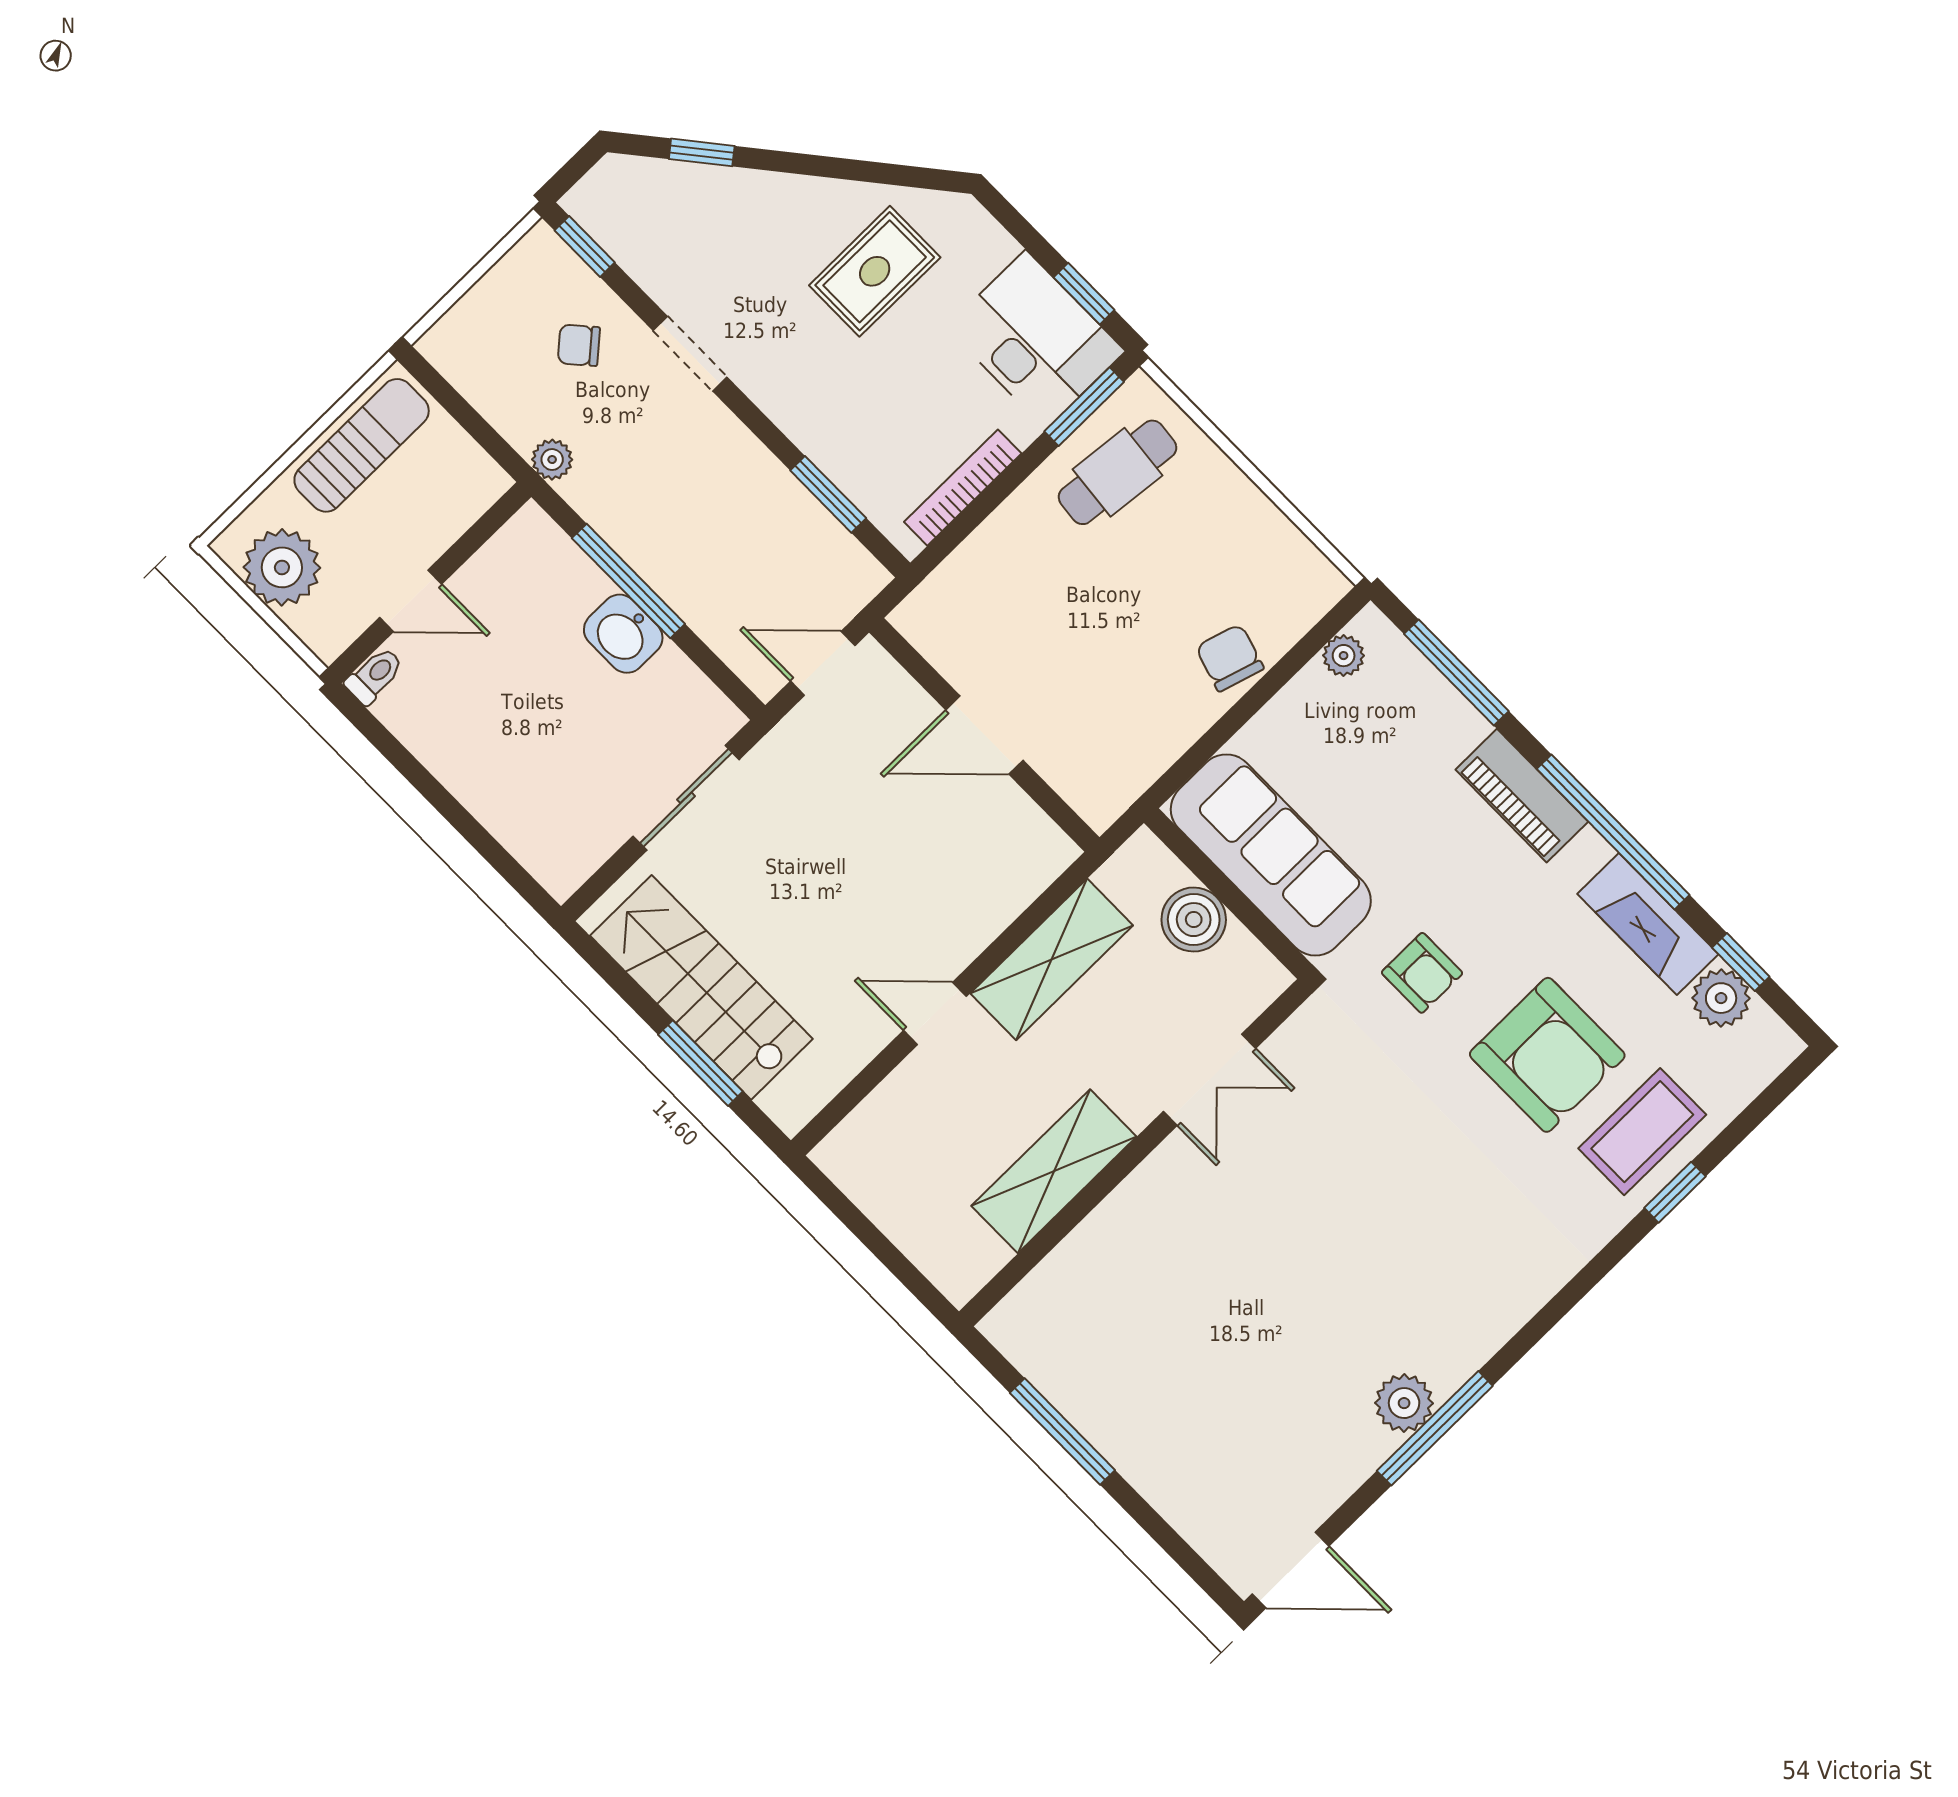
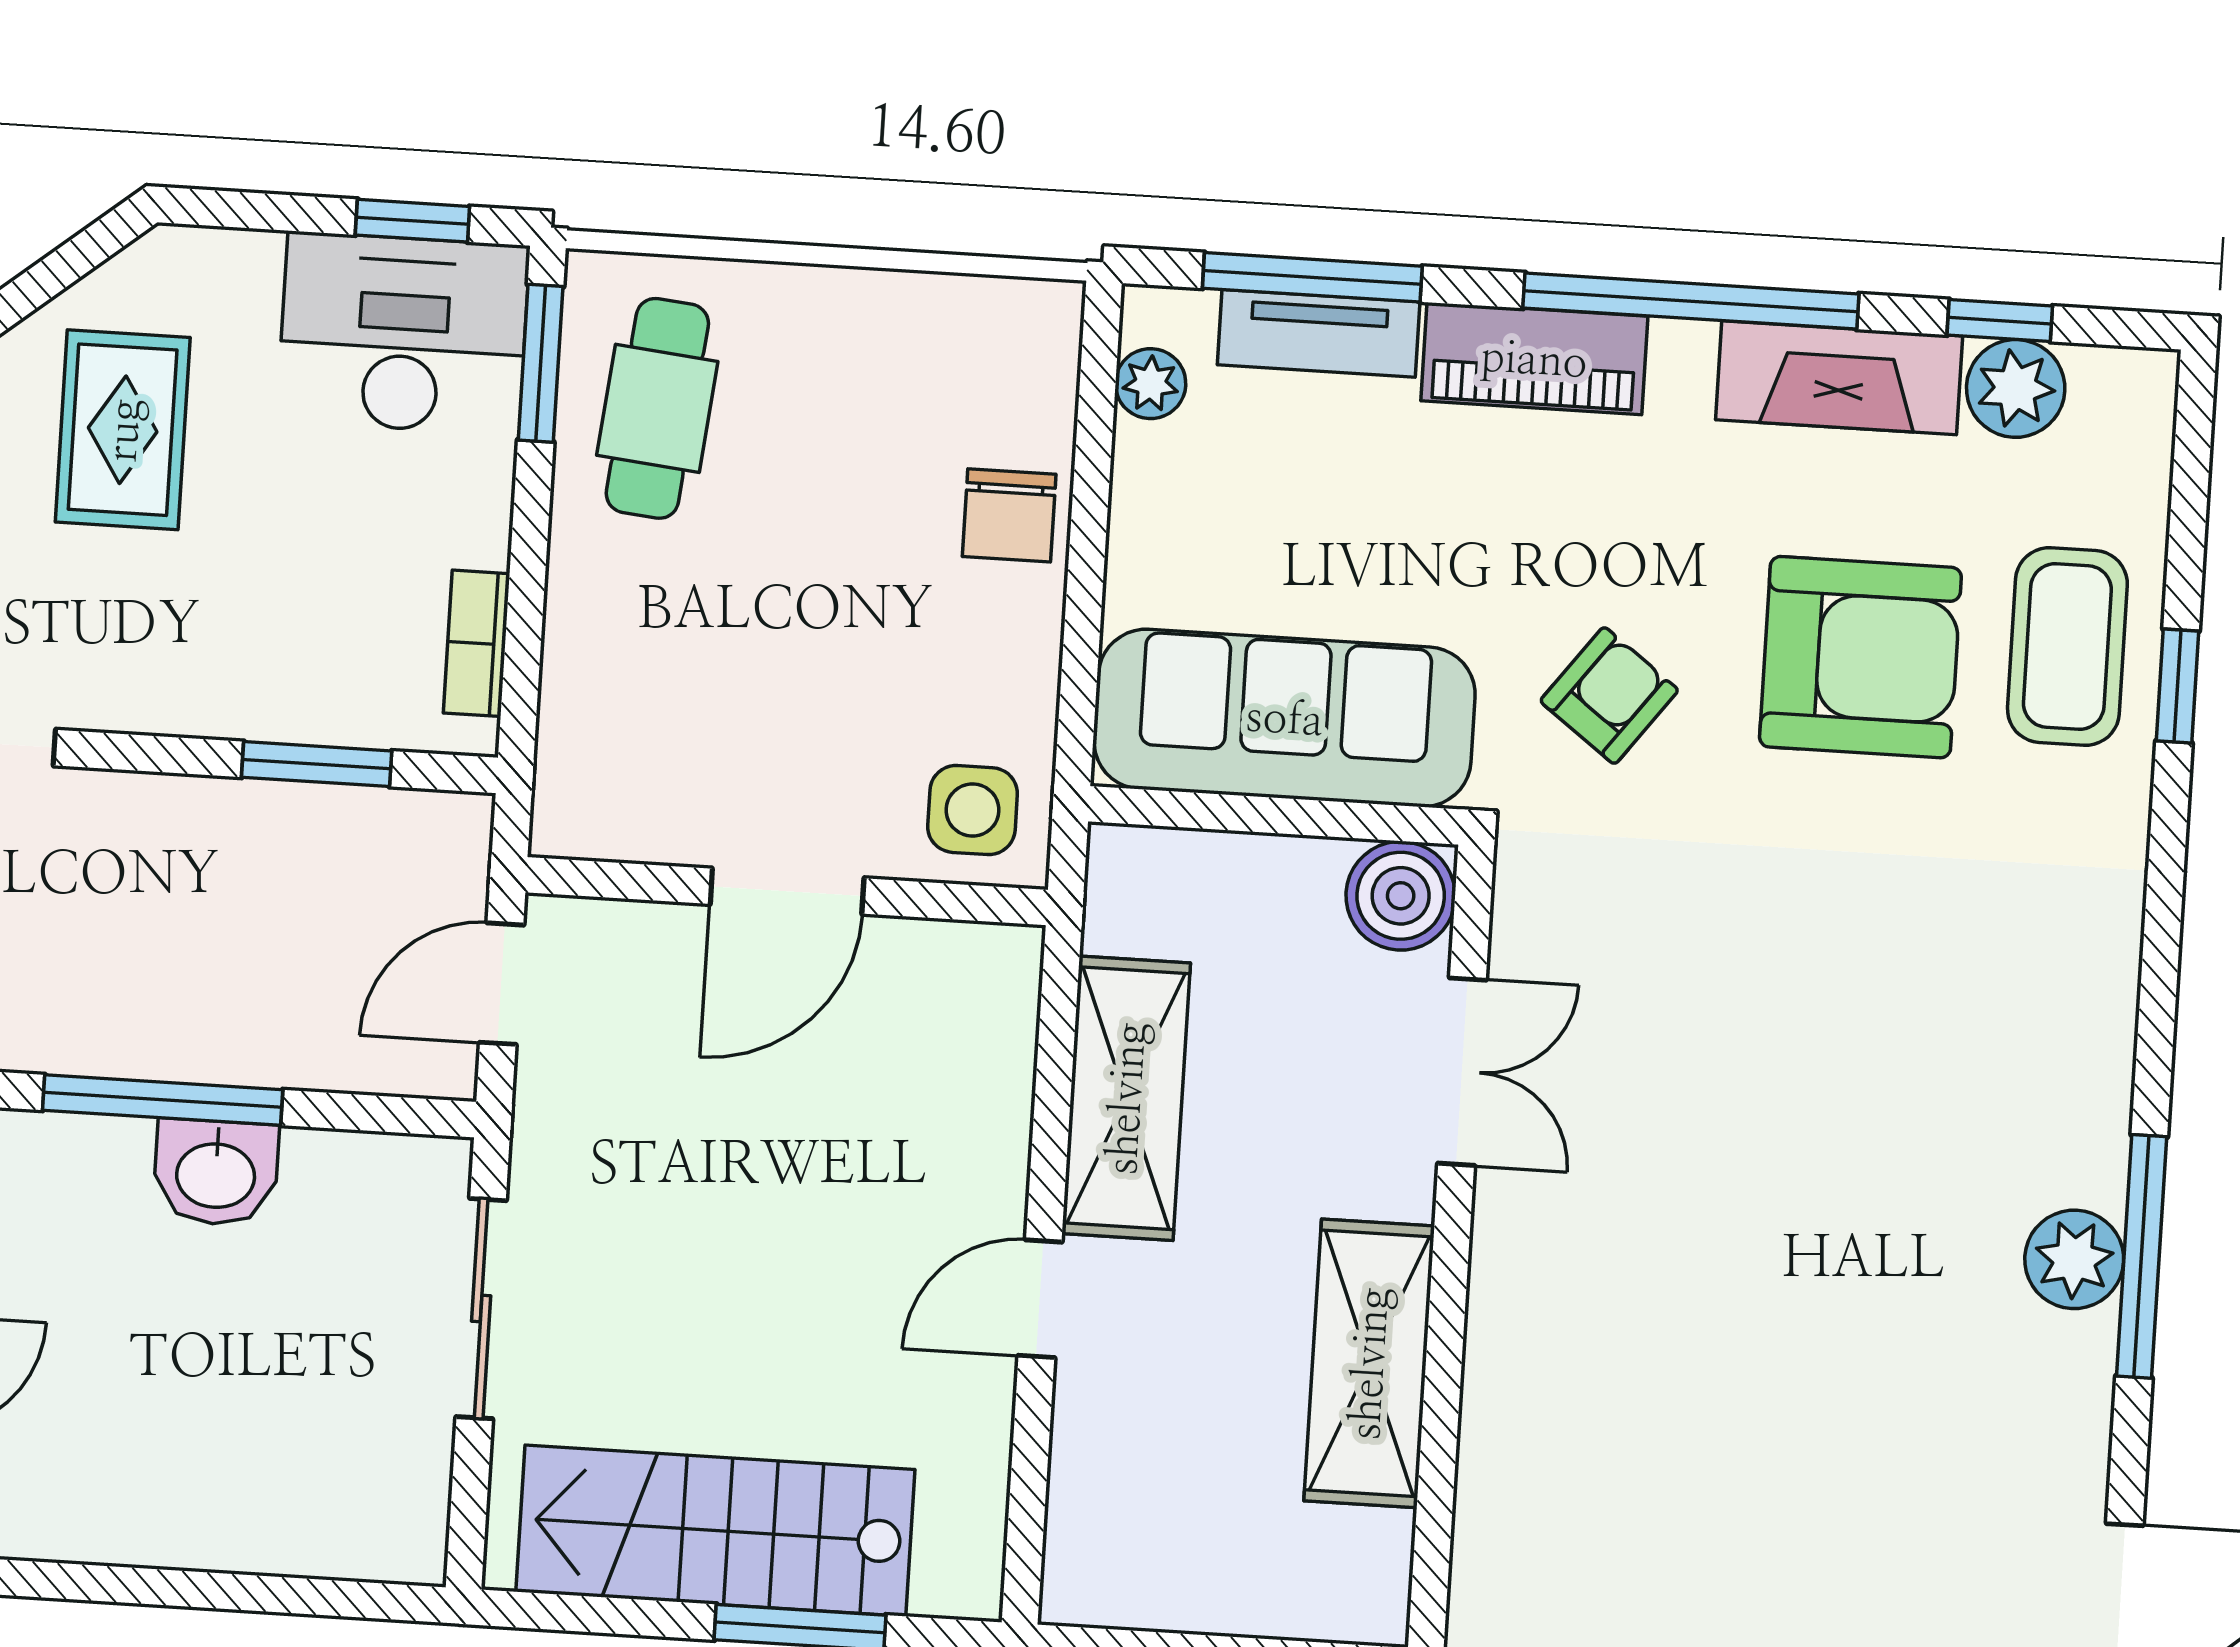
bookcase: (963, 488) -> (477, 643), width x0.64
chair: (1230, 658) -> (1009, 515), turned -107
tv unit: (1437, 700) -> (1319, 333), added
side table: (1098, 773) -> (973, 810), added
boiler: (1194, 920) -> (1401, 896), moved
armchair: (1422, 973) -> (1609, 696), turned -53

